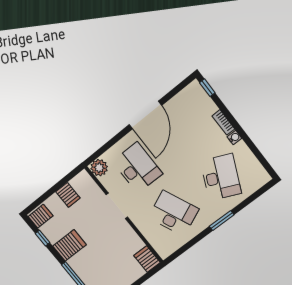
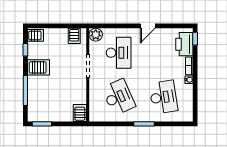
printer: (200, 103) -> (184, 44), added
door: (145, 115) -> (148, 26), width x0.53
desk: (221, 177) -> (163, 97), turned -33
server rack: (68, 195) -> (74, 36), moved

